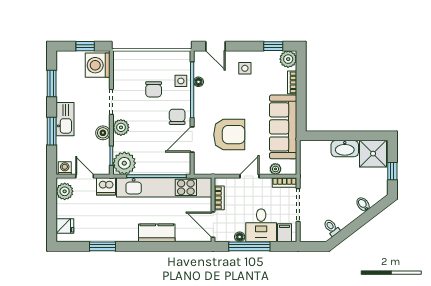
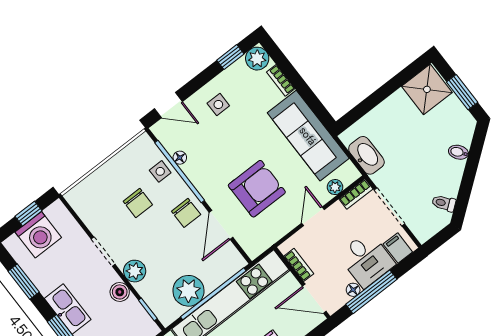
washing machine: (98, 65) -> (38, 235), moved, turned -90
chair: (177, 117) -> (186, 213), turned 180
washbasin: (345, 149) -> (366, 155), moved, turned -90
plant: (124, 163) -> (188, 291), moved
window: (392, 171) -> (462, 92), width x1.50

